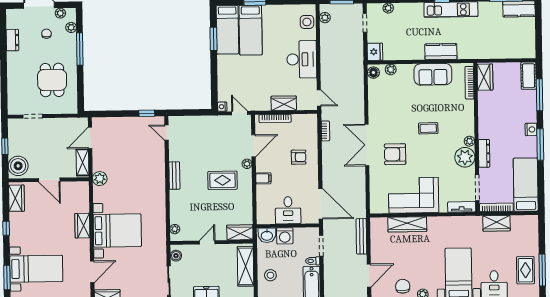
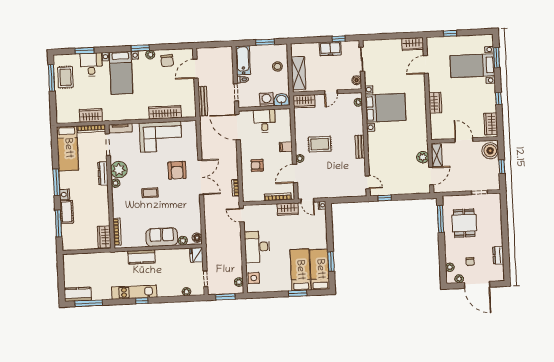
window: (80, 49) -> (441, 219), moved
sofa: (433, 74) -> (162, 237), moved
cot: (529, 76) -> (67, 212), moved
wardrobe: (284, 103) -> (288, 209), moved
armchair: (395, 154) -> (177, 170), turned 90
plant: (100, 179) -> (423, 157), moved
bed with nightstands: (117, 230) -> (386, 108), moved, turned 180

